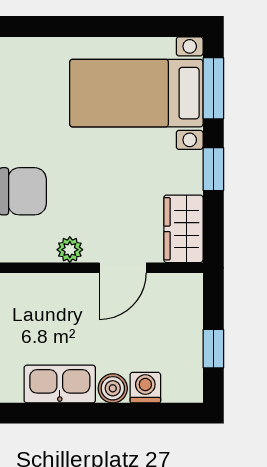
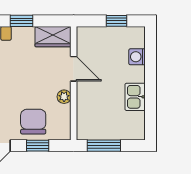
kitchen sink: (60, 384) -> (135, 97), width x0.73
boiler: (113, 388) -> (137, 74), removed

